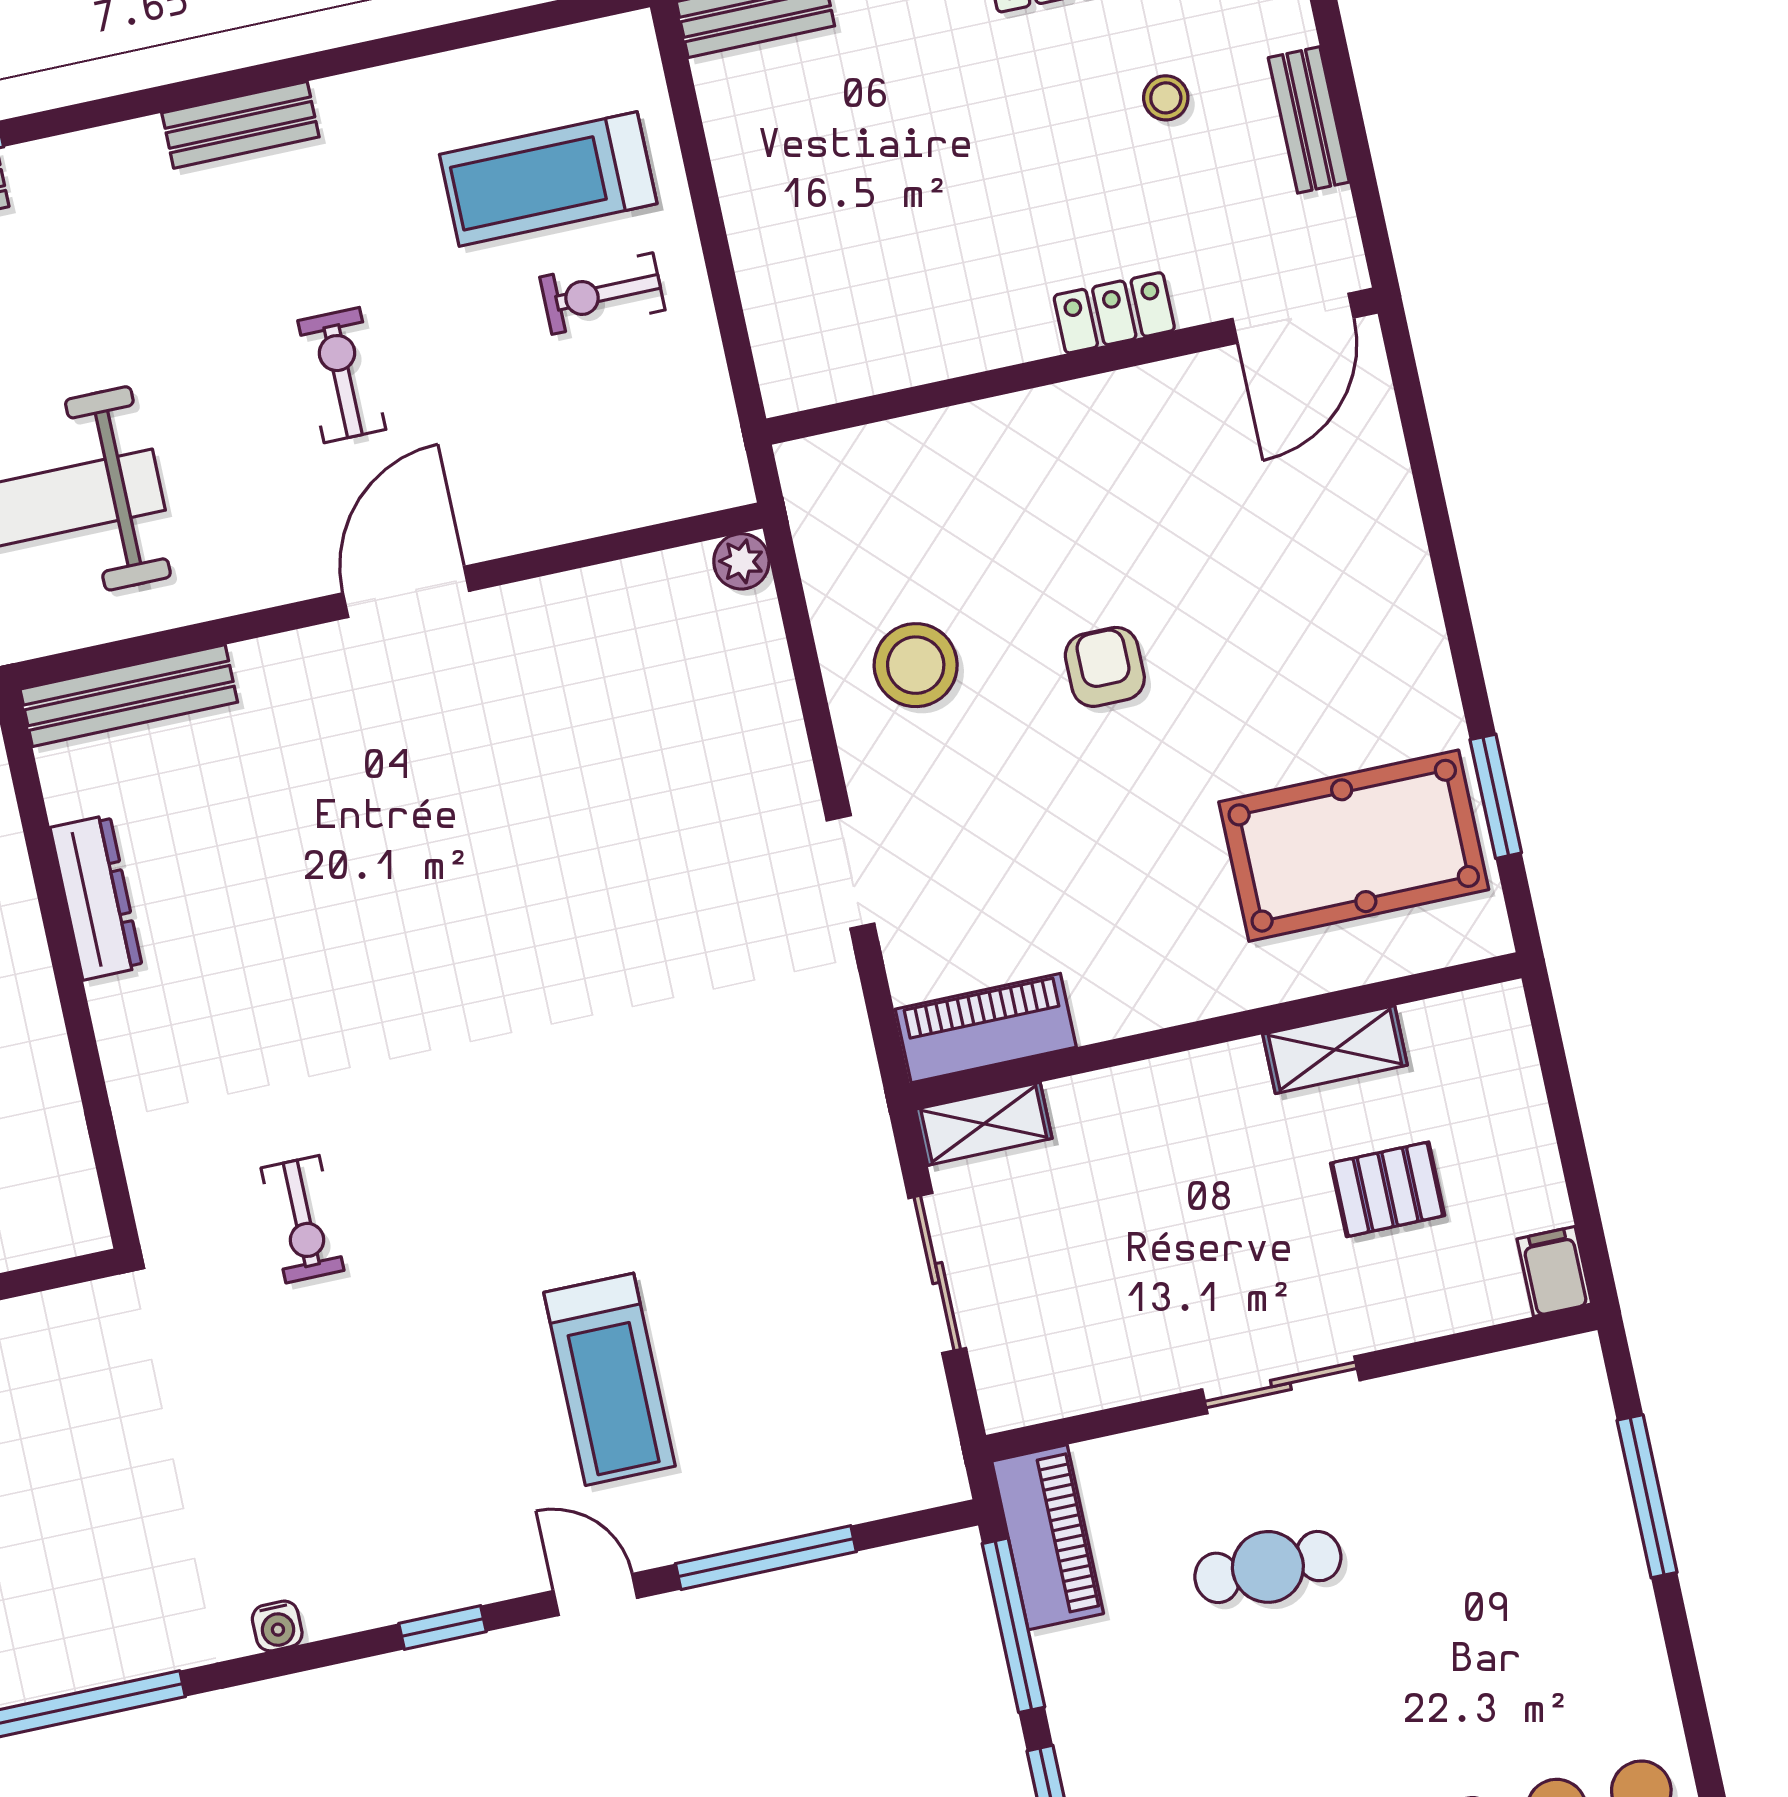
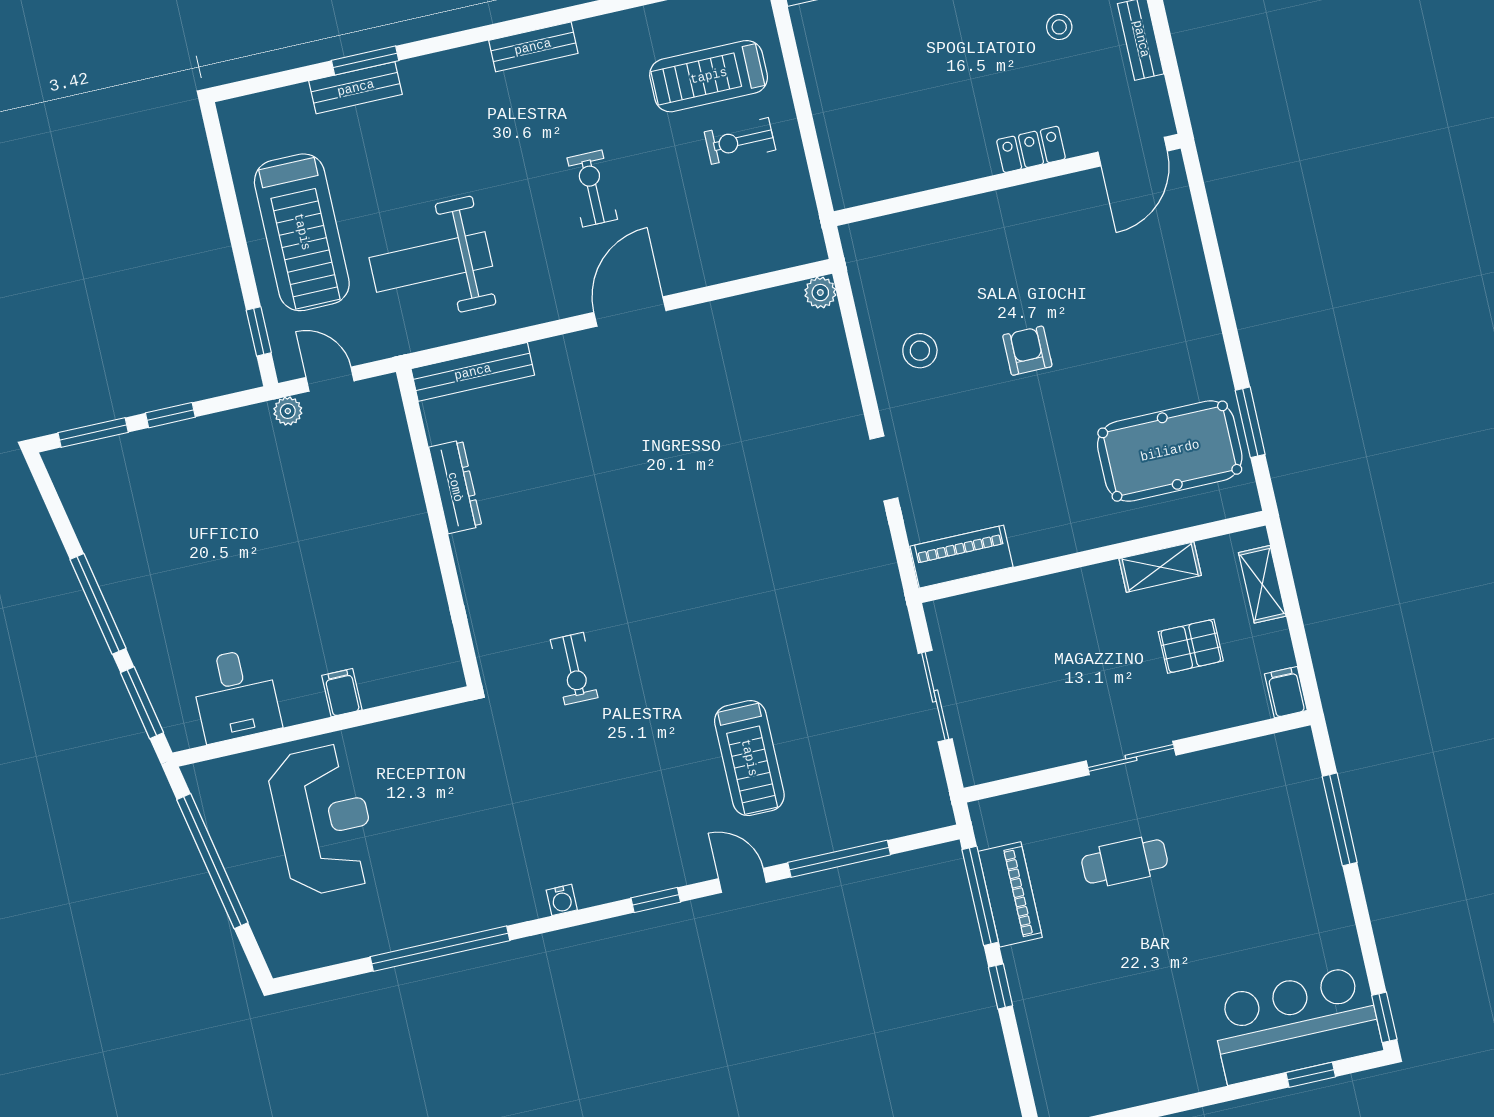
stool: (916, 665) -> (920, 351), width x0.73, depth x0.73
shelving: (984, 1124) -> (1262, 584), moved, turned 90
piano: (1048, 1537) -> (1010, 894), moved

